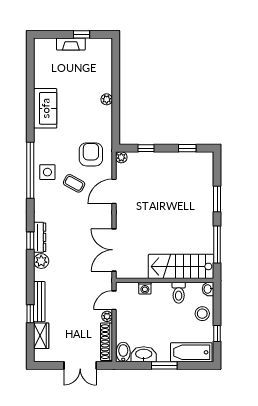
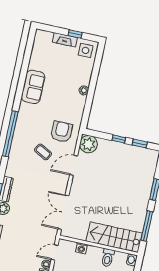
window: (146, 148) -> (119, 139), moved
plant: (121, 157) -> (88, 144), width x1.87, depth x1.87
side table: (47, 172) -> (86, 50), moved

